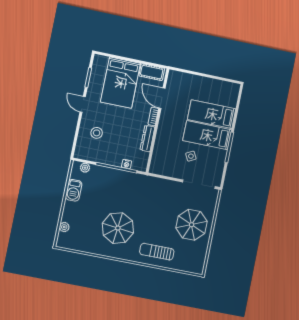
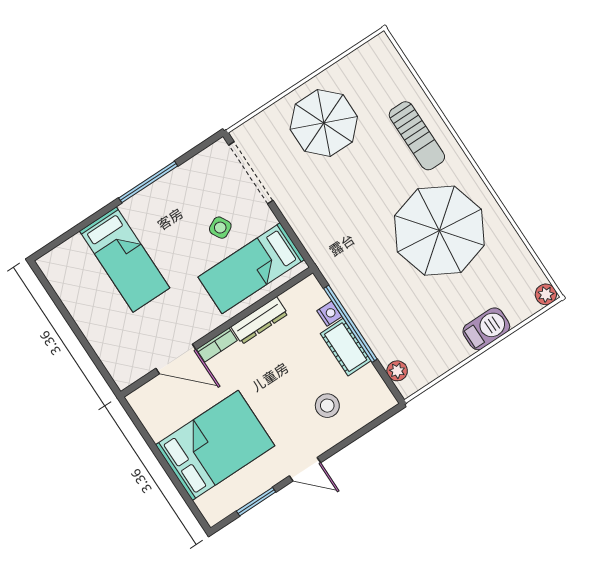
cot: (152, 72) -> (346, 347), moved
door: (162, 98) -> (176, 359), hinge flipped
door: (83, 104) -> (305, 469), hinge flipped
bed: (207, 135) -> (251, 268), moved, turned 90
barbecue: (74, 190) -> (486, 329), moved
plant: (64, 227) -> (546, 294), moved
parasol: (118, 228) -> (439, 231), width x1.36, depth x1.36

